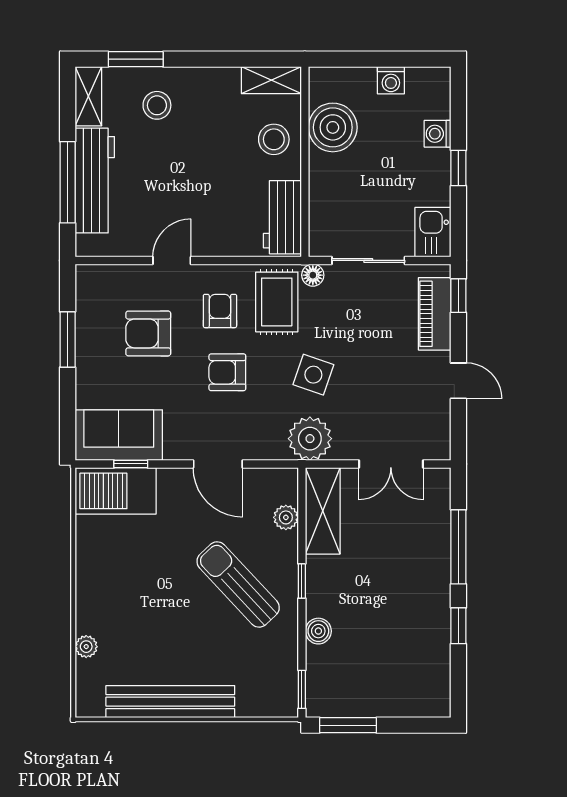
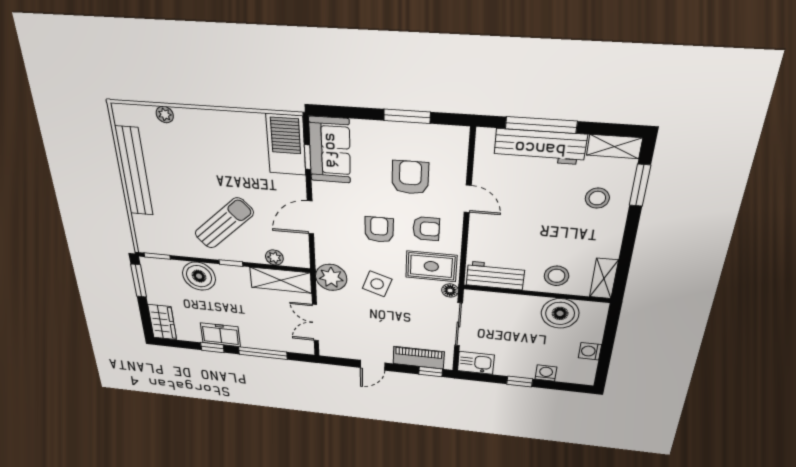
freezer: (432, 610) -> (220, 335), added
boiler: (318, 631) -> (199, 276), width x1.86, depth x1.86
wardrobe: (420, 700) -> (162, 322), added

